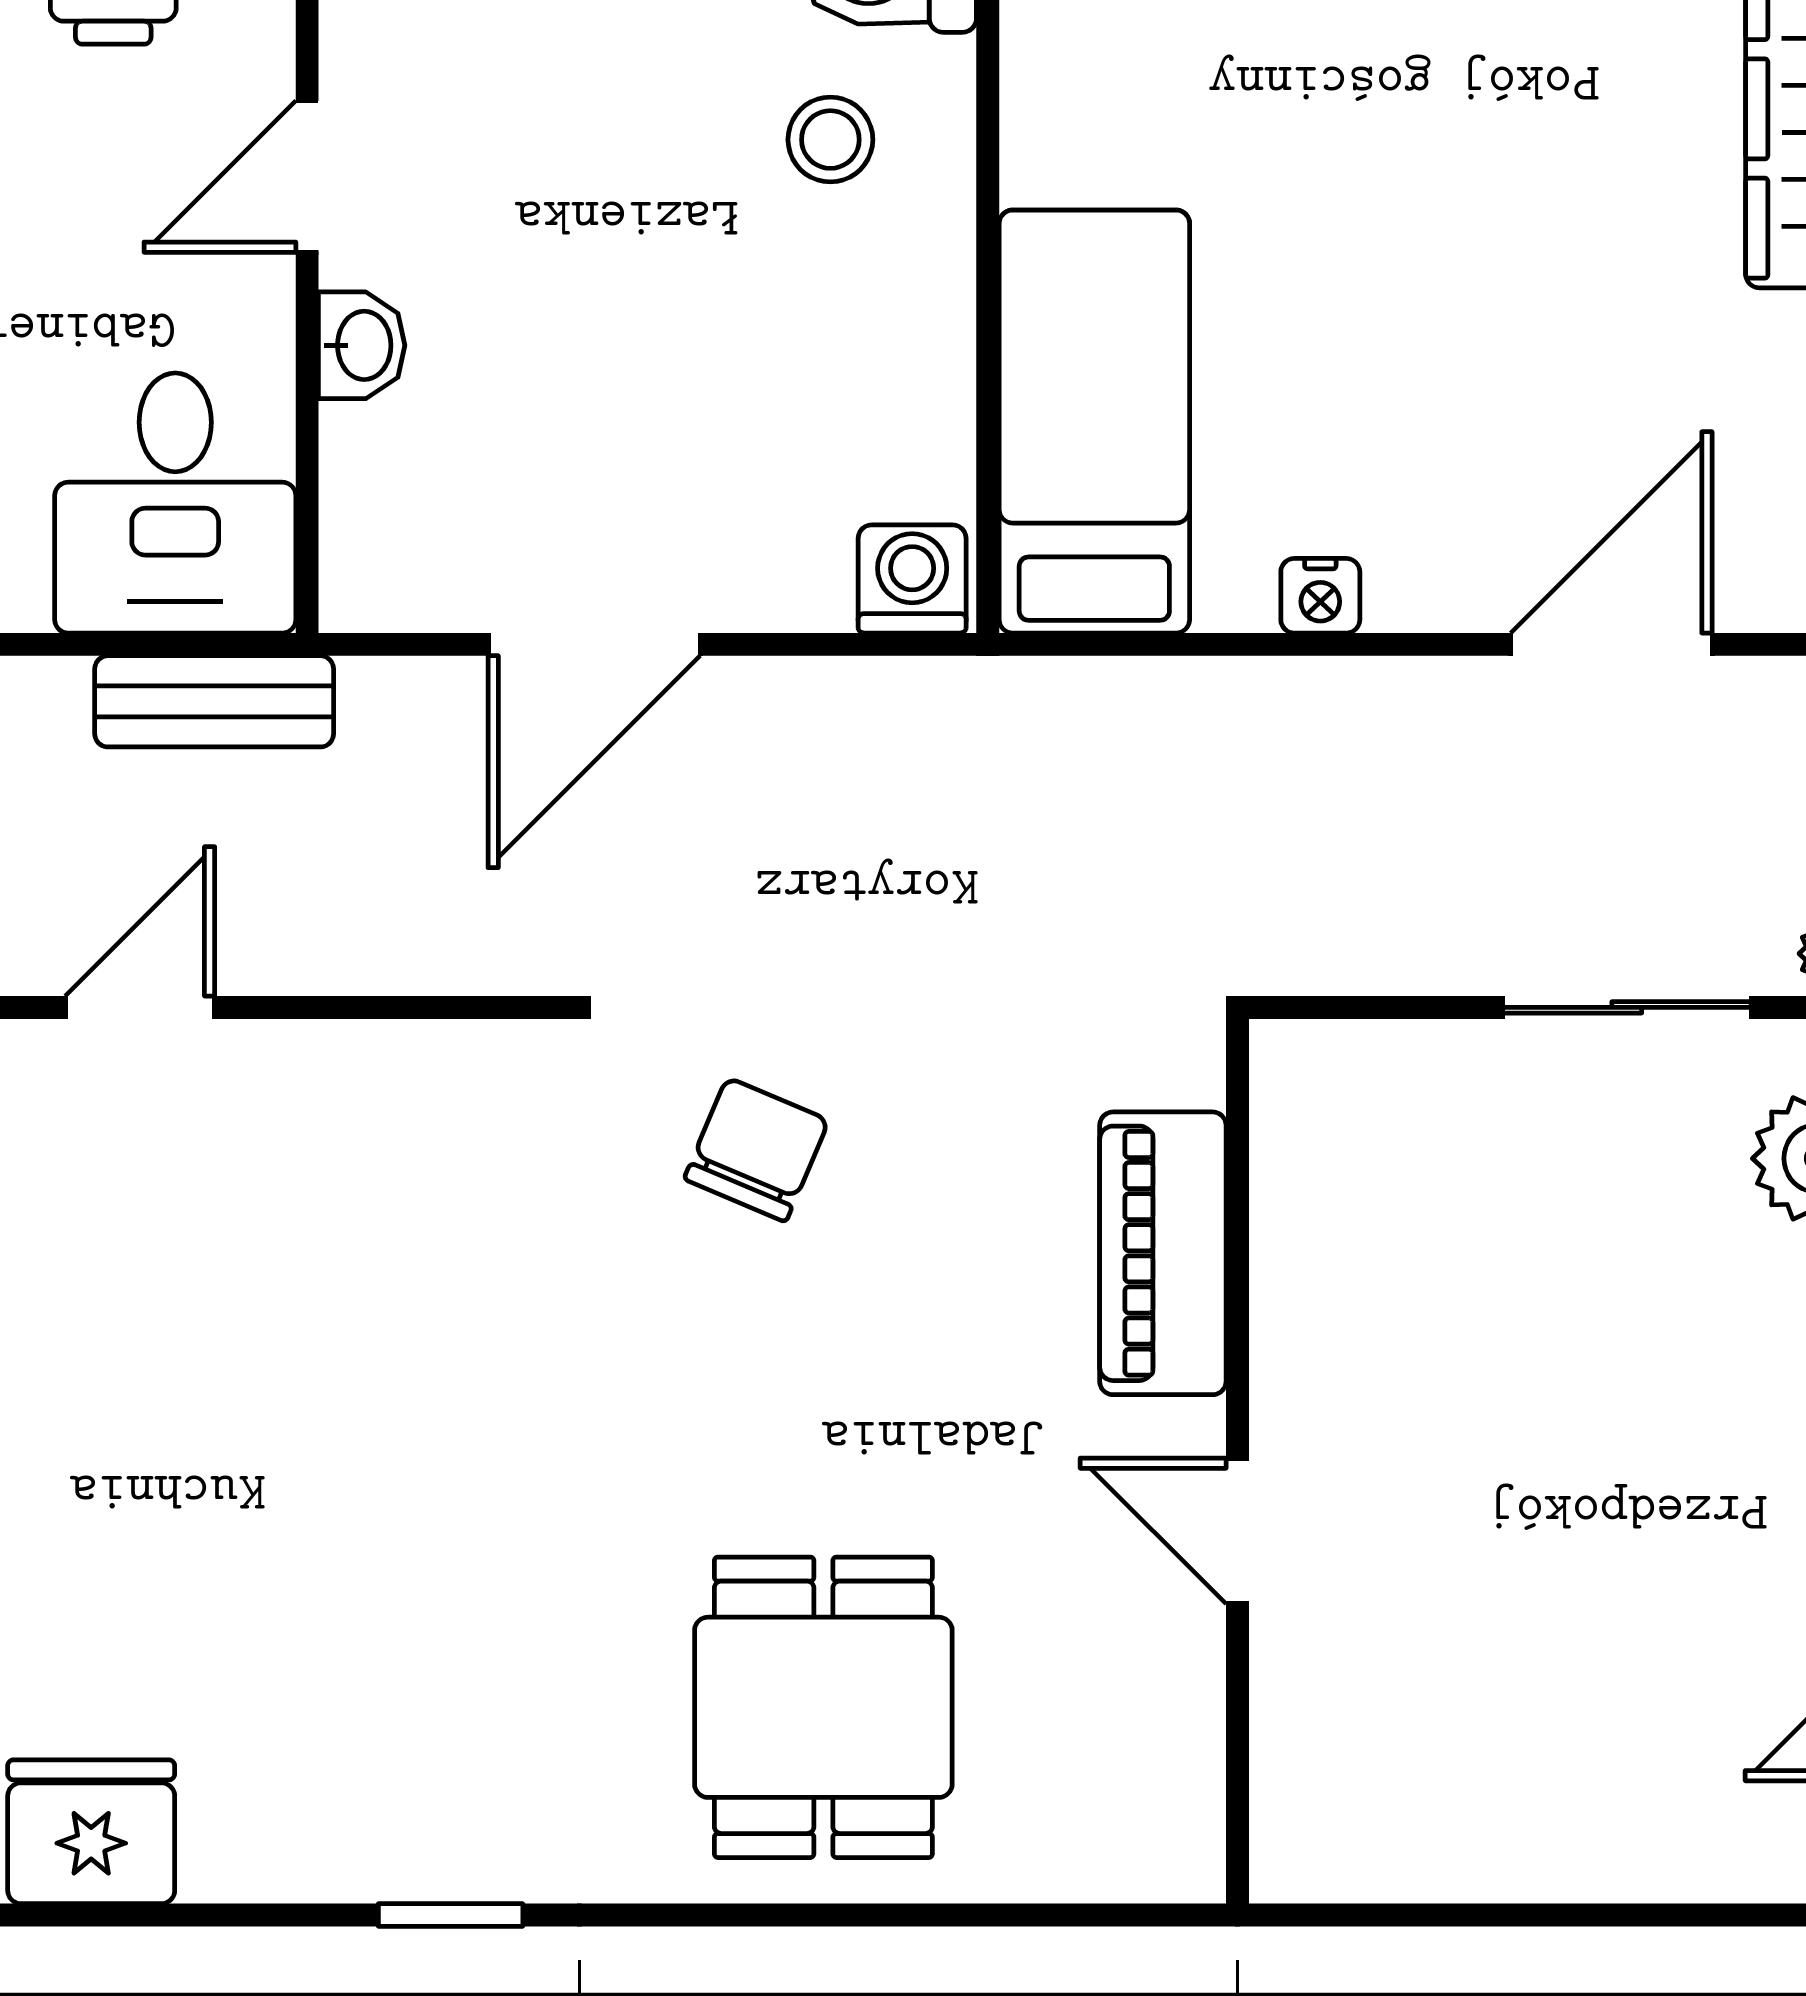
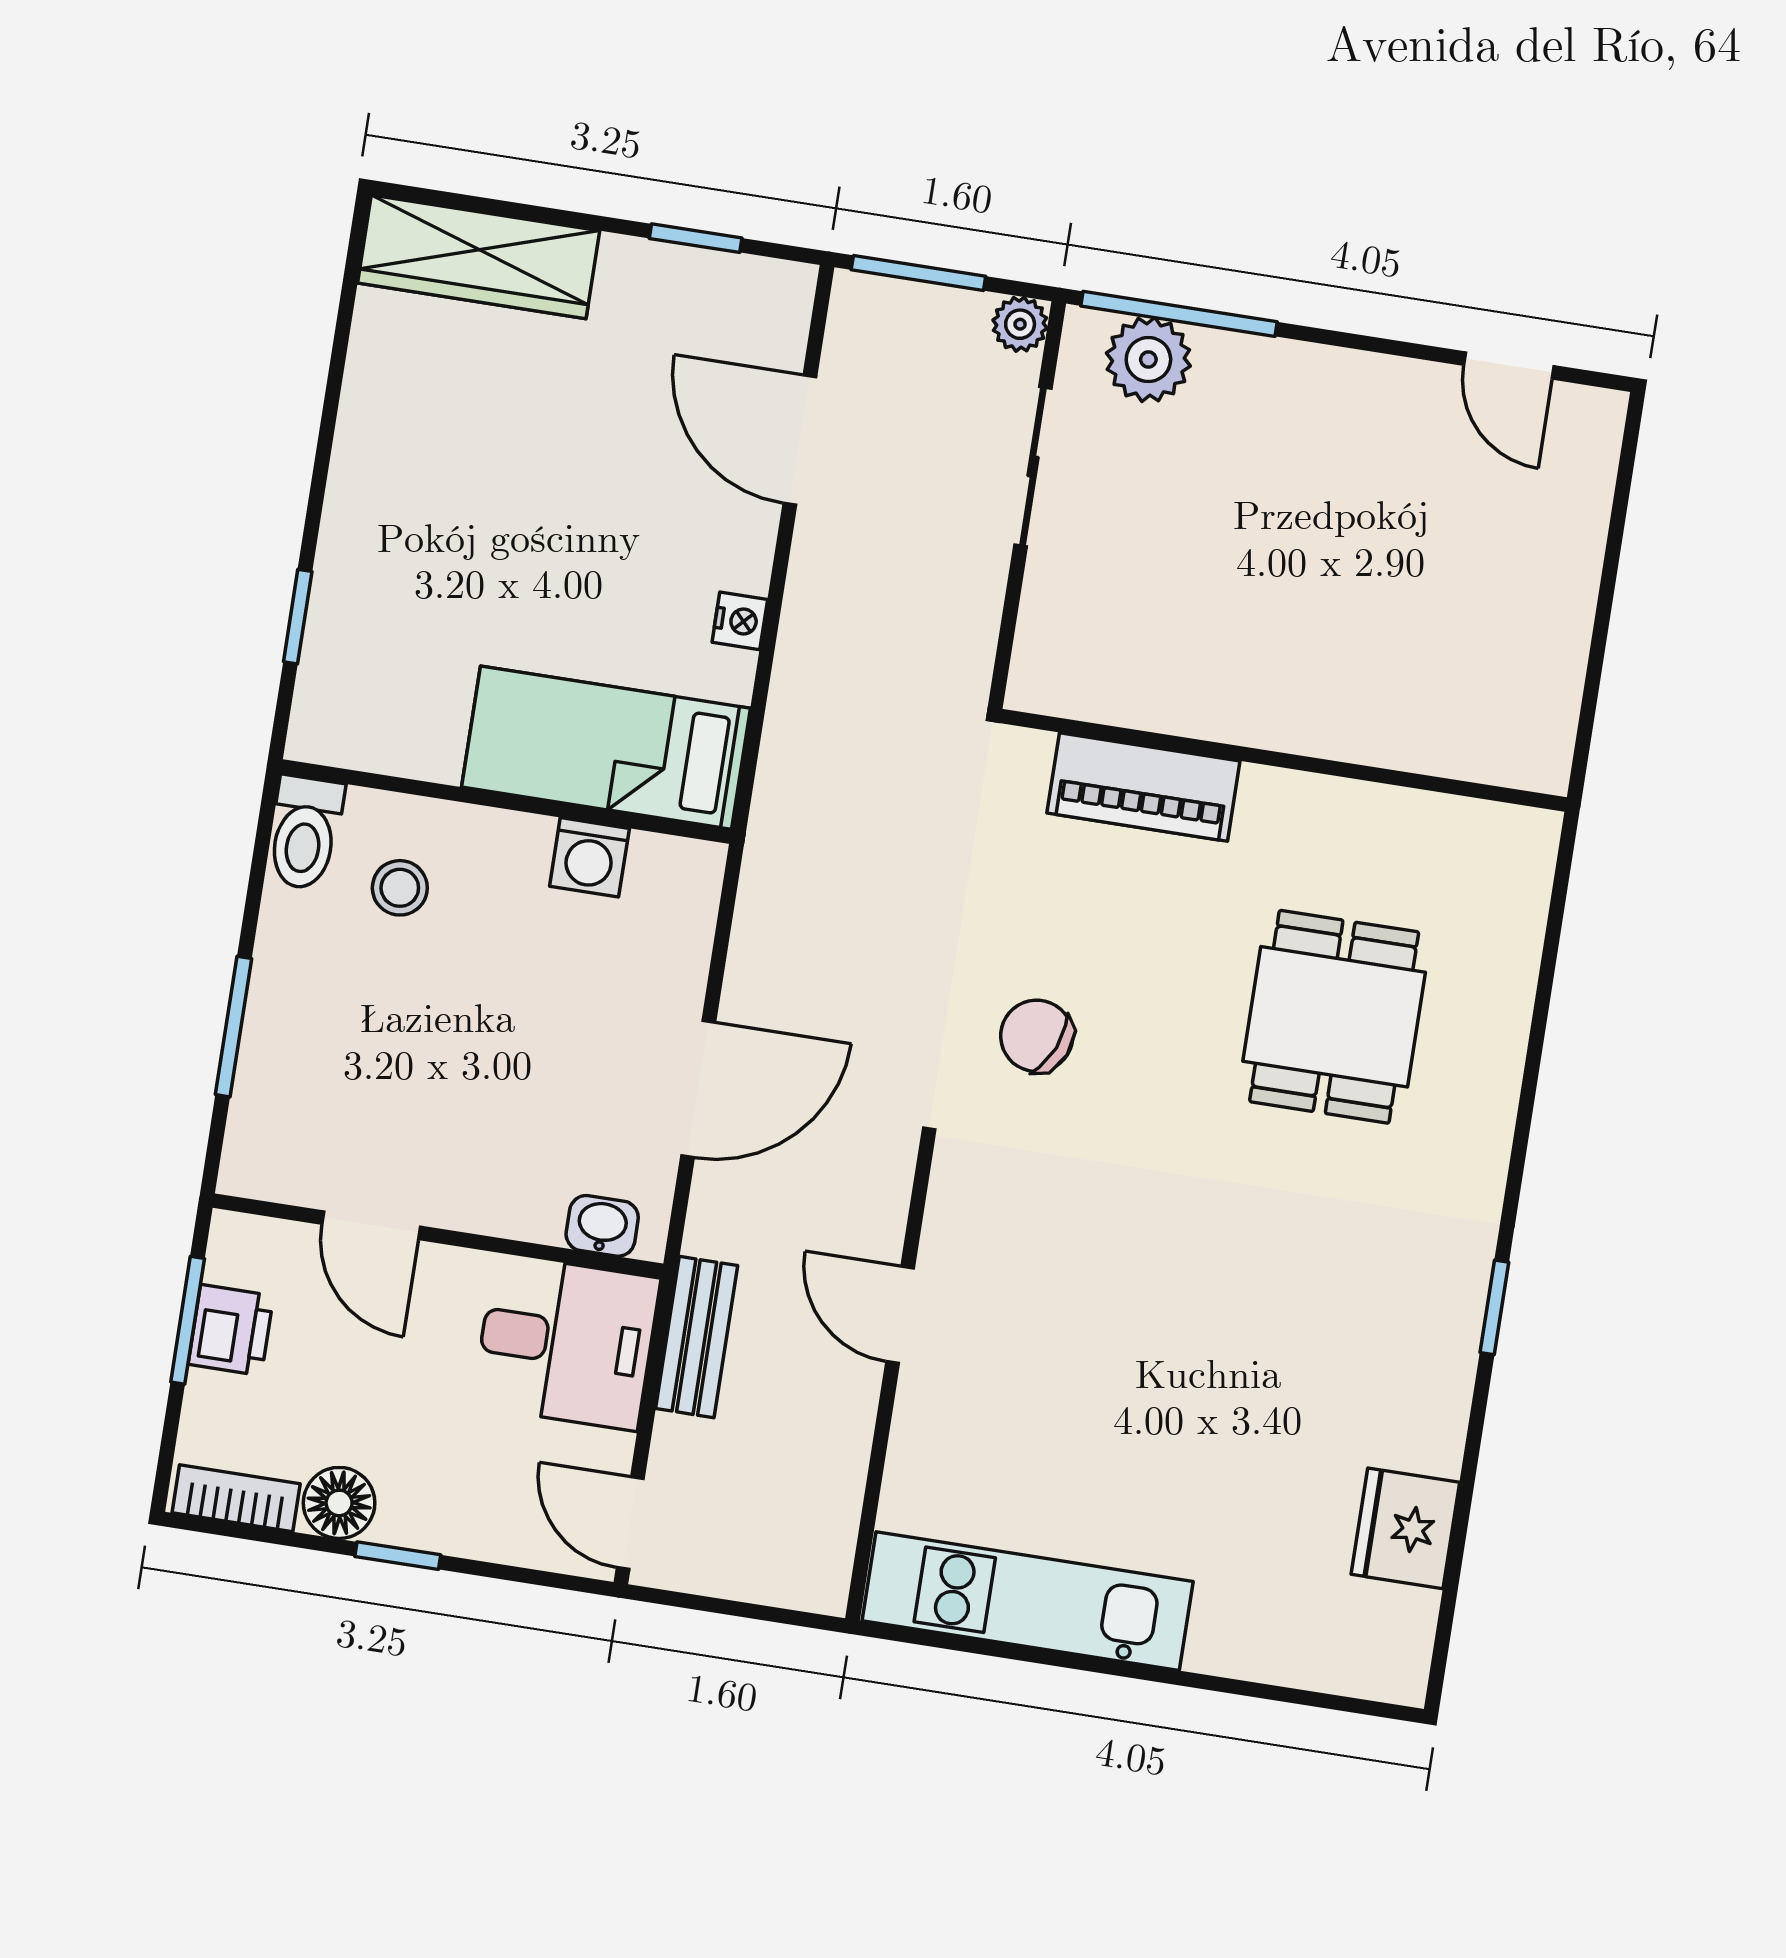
washbasin: (362, 345) -> (602, 1226), moved
washing machine: (912, 579) -> (589, 857), moved, turned -90
door: (594, 644) -> (698, 1089), hinge flipped
door: (140, 1007) -> (900, 1315), moved
door: (1237, 1531) -> (1328, 767), removed
dining table: (823, 1707) -> (1334, 1017), moved, turned 90

